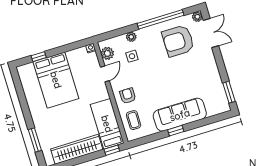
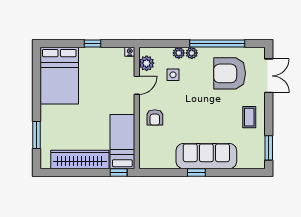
plant: (197, 17) -> (192, 53), moved
window: (39, 57) -> (93, 44), moved
bed: (56, 80) -> (59, 76), moved
armchair: (128, 96) -> (155, 117), turned 180
coffee table: (134, 120) -> (249, 117), moved

